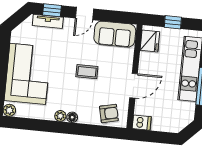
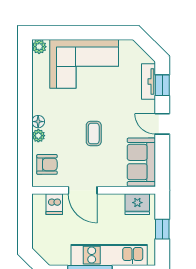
armchair: (109, 113) -> (47, 164), turned -77
plant: (60, 116) -> (38, 136), moved
dishwasher: (142, 123) -> (54, 204), moved

